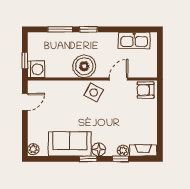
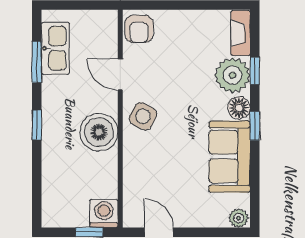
window: (60, 29) -> (37, 62), moved
plant: (123, 151) -> (233, 75), width x1.88, depth x1.88

